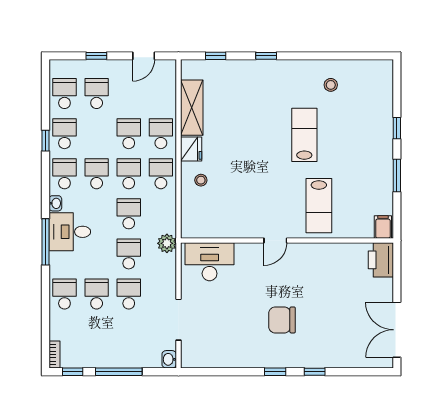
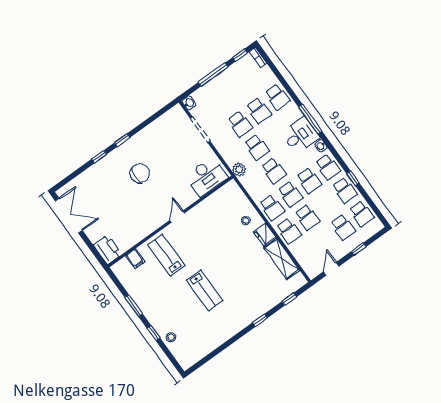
stool: (331, 85) -> (171, 337), moved
filing cabinet: (383, 227) -> (135, 259), moved

